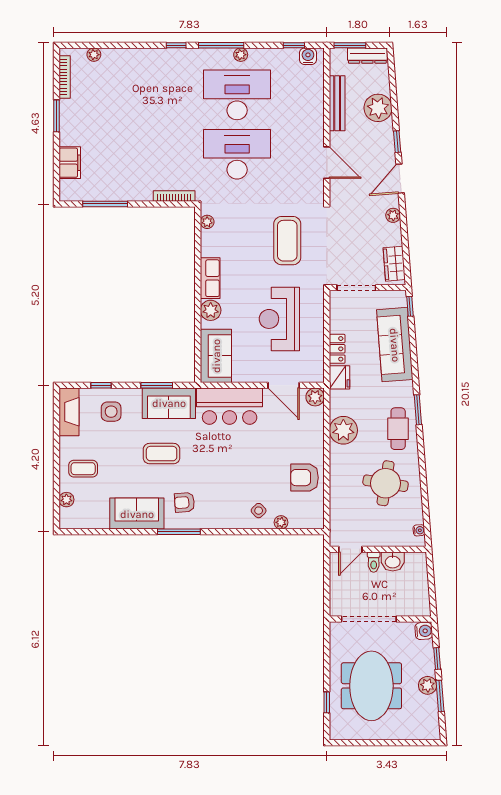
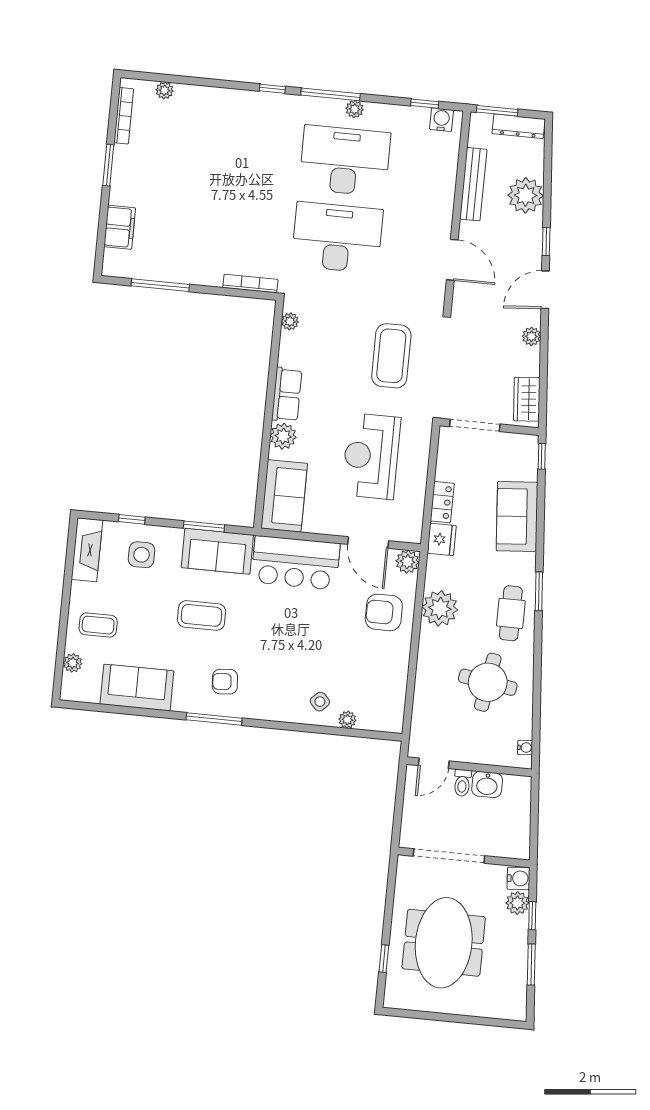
sofa: (395, 345) -> (517, 516), width x0.73
armchair: (304, 478) -> (384, 612), moved
sofa: (137, 514) -> (137, 688), moved
plant: (428, 685) -> (517, 903), moved

